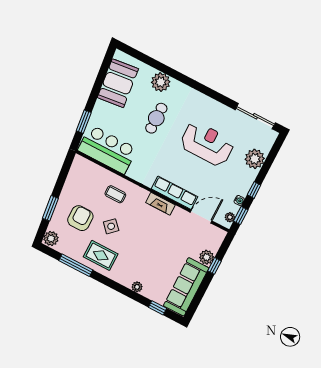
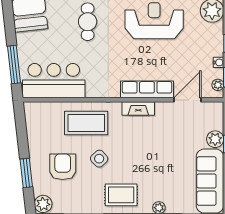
window: (84, 122) -> (14, 65), width x1.44
coffee table: (115, 194) -> (86, 123), width x1.86, depth x1.72
rug: (101, 255) -> (121, 195), moved

